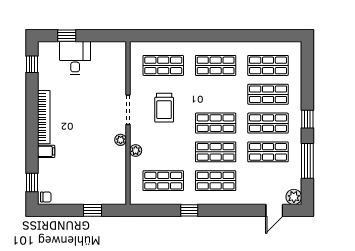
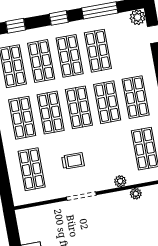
window: (307, 75) -> (16, 26), added
shop shelf: (216, 94) -> (51, 113), added
trolley: (164, 108) -> (73, 161), width x0.73, depth x0.72
plant: (121, 140) -> (136, 194), moved

